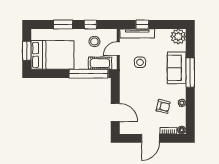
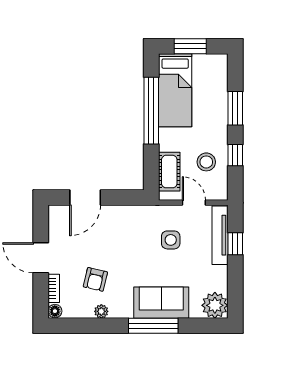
bed: (52, 55) -> (175, 90), width x0.67
window: (89, 74) -> (151, 111), moved

